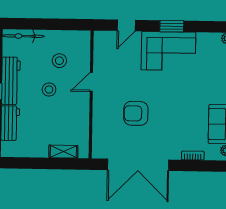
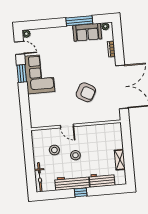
door: (126, 25) -> (19, 48), moved
armchair: (136, 113) -> (86, 92), turned -61
shelving: (63, 152) -> (120, 160), moved

